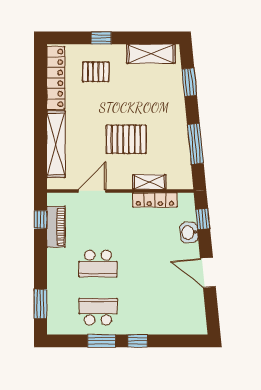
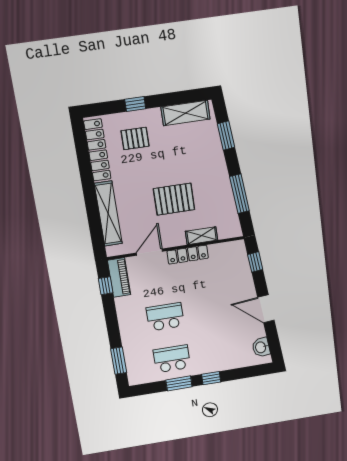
locker: (155, 200) -> (188, 255), moved
piano: (56, 227) -> (119, 278), moved
washbasin: (189, 232) -> (261, 347), moved
school desk: (98, 264) -> (165, 317), turned 180

